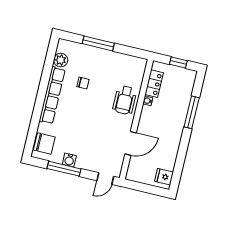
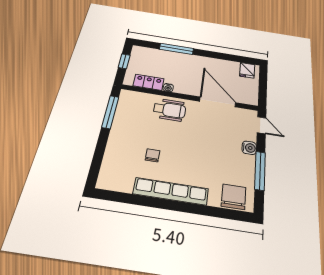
window: (98, 43) -> (110, 112), moved
plant: (61, 60) -> (124, 184), removed
door: (131, 143) -> (218, 102), width x1.36
water cooler: (69, 160) -> (249, 148), moved

